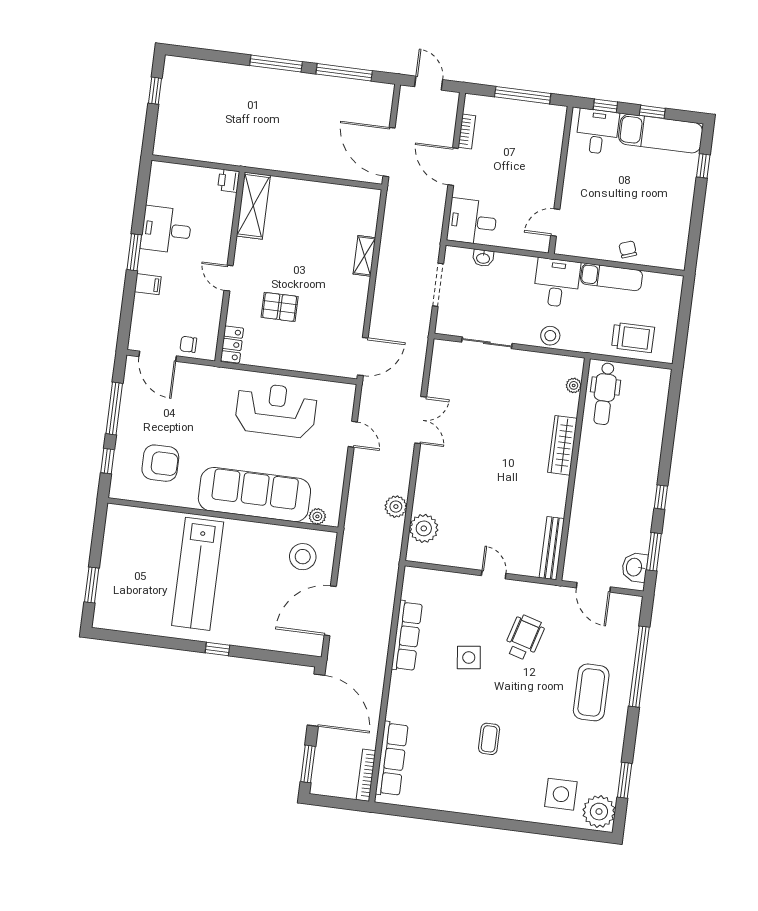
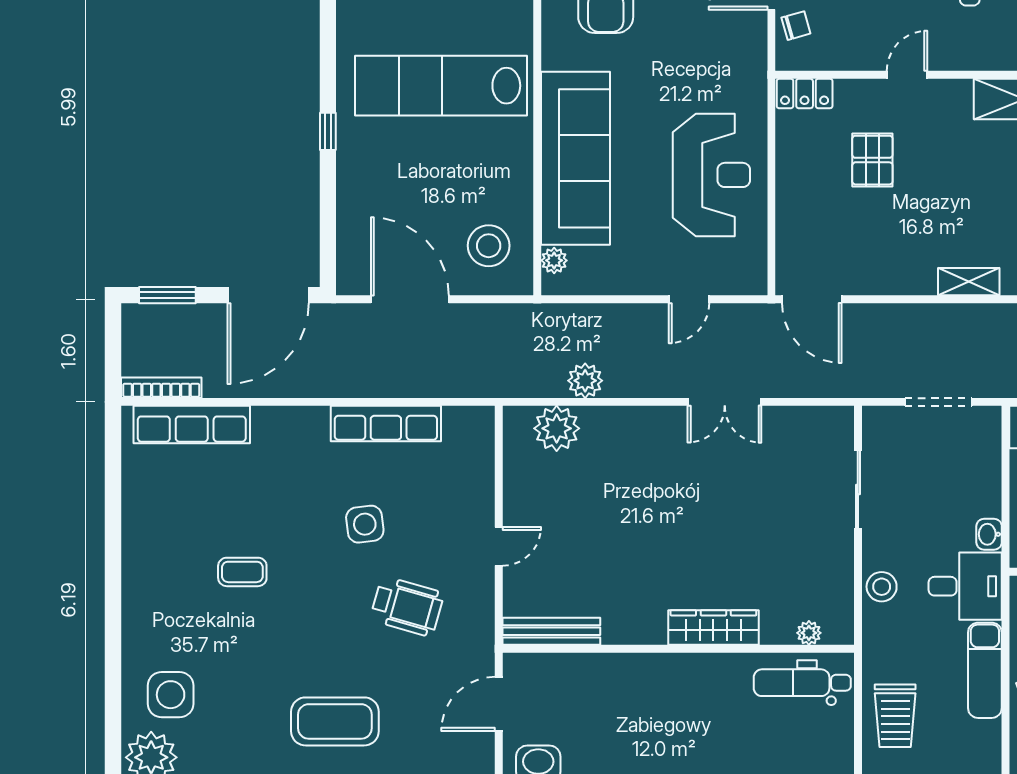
washbasin: (483, 258) -> (989, 534), moved
chair: (188, 344) -> (796, 26), turned 74

